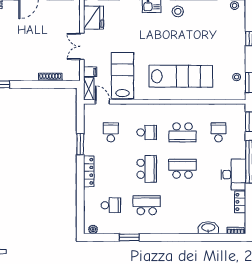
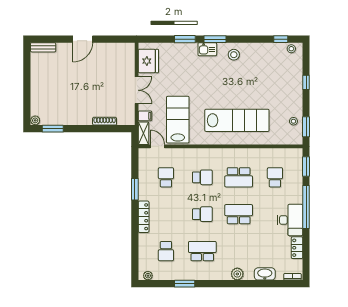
double door: (82, 46) -> (137, 90), swing flipped
school desk: (147, 169) -> (202, 214), width x0.54
school desk: (111, 205) -> (166, 251), turned 90
plant: (181, 228) -> (237, 274), added

